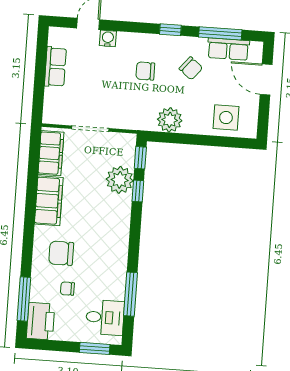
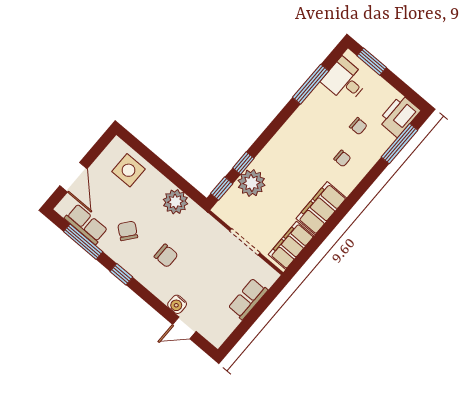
row of seats: (55, 67) -> (248, 299), moved
chair: (61, 253) -> (342, 158), width x0.54, depth x0.54

